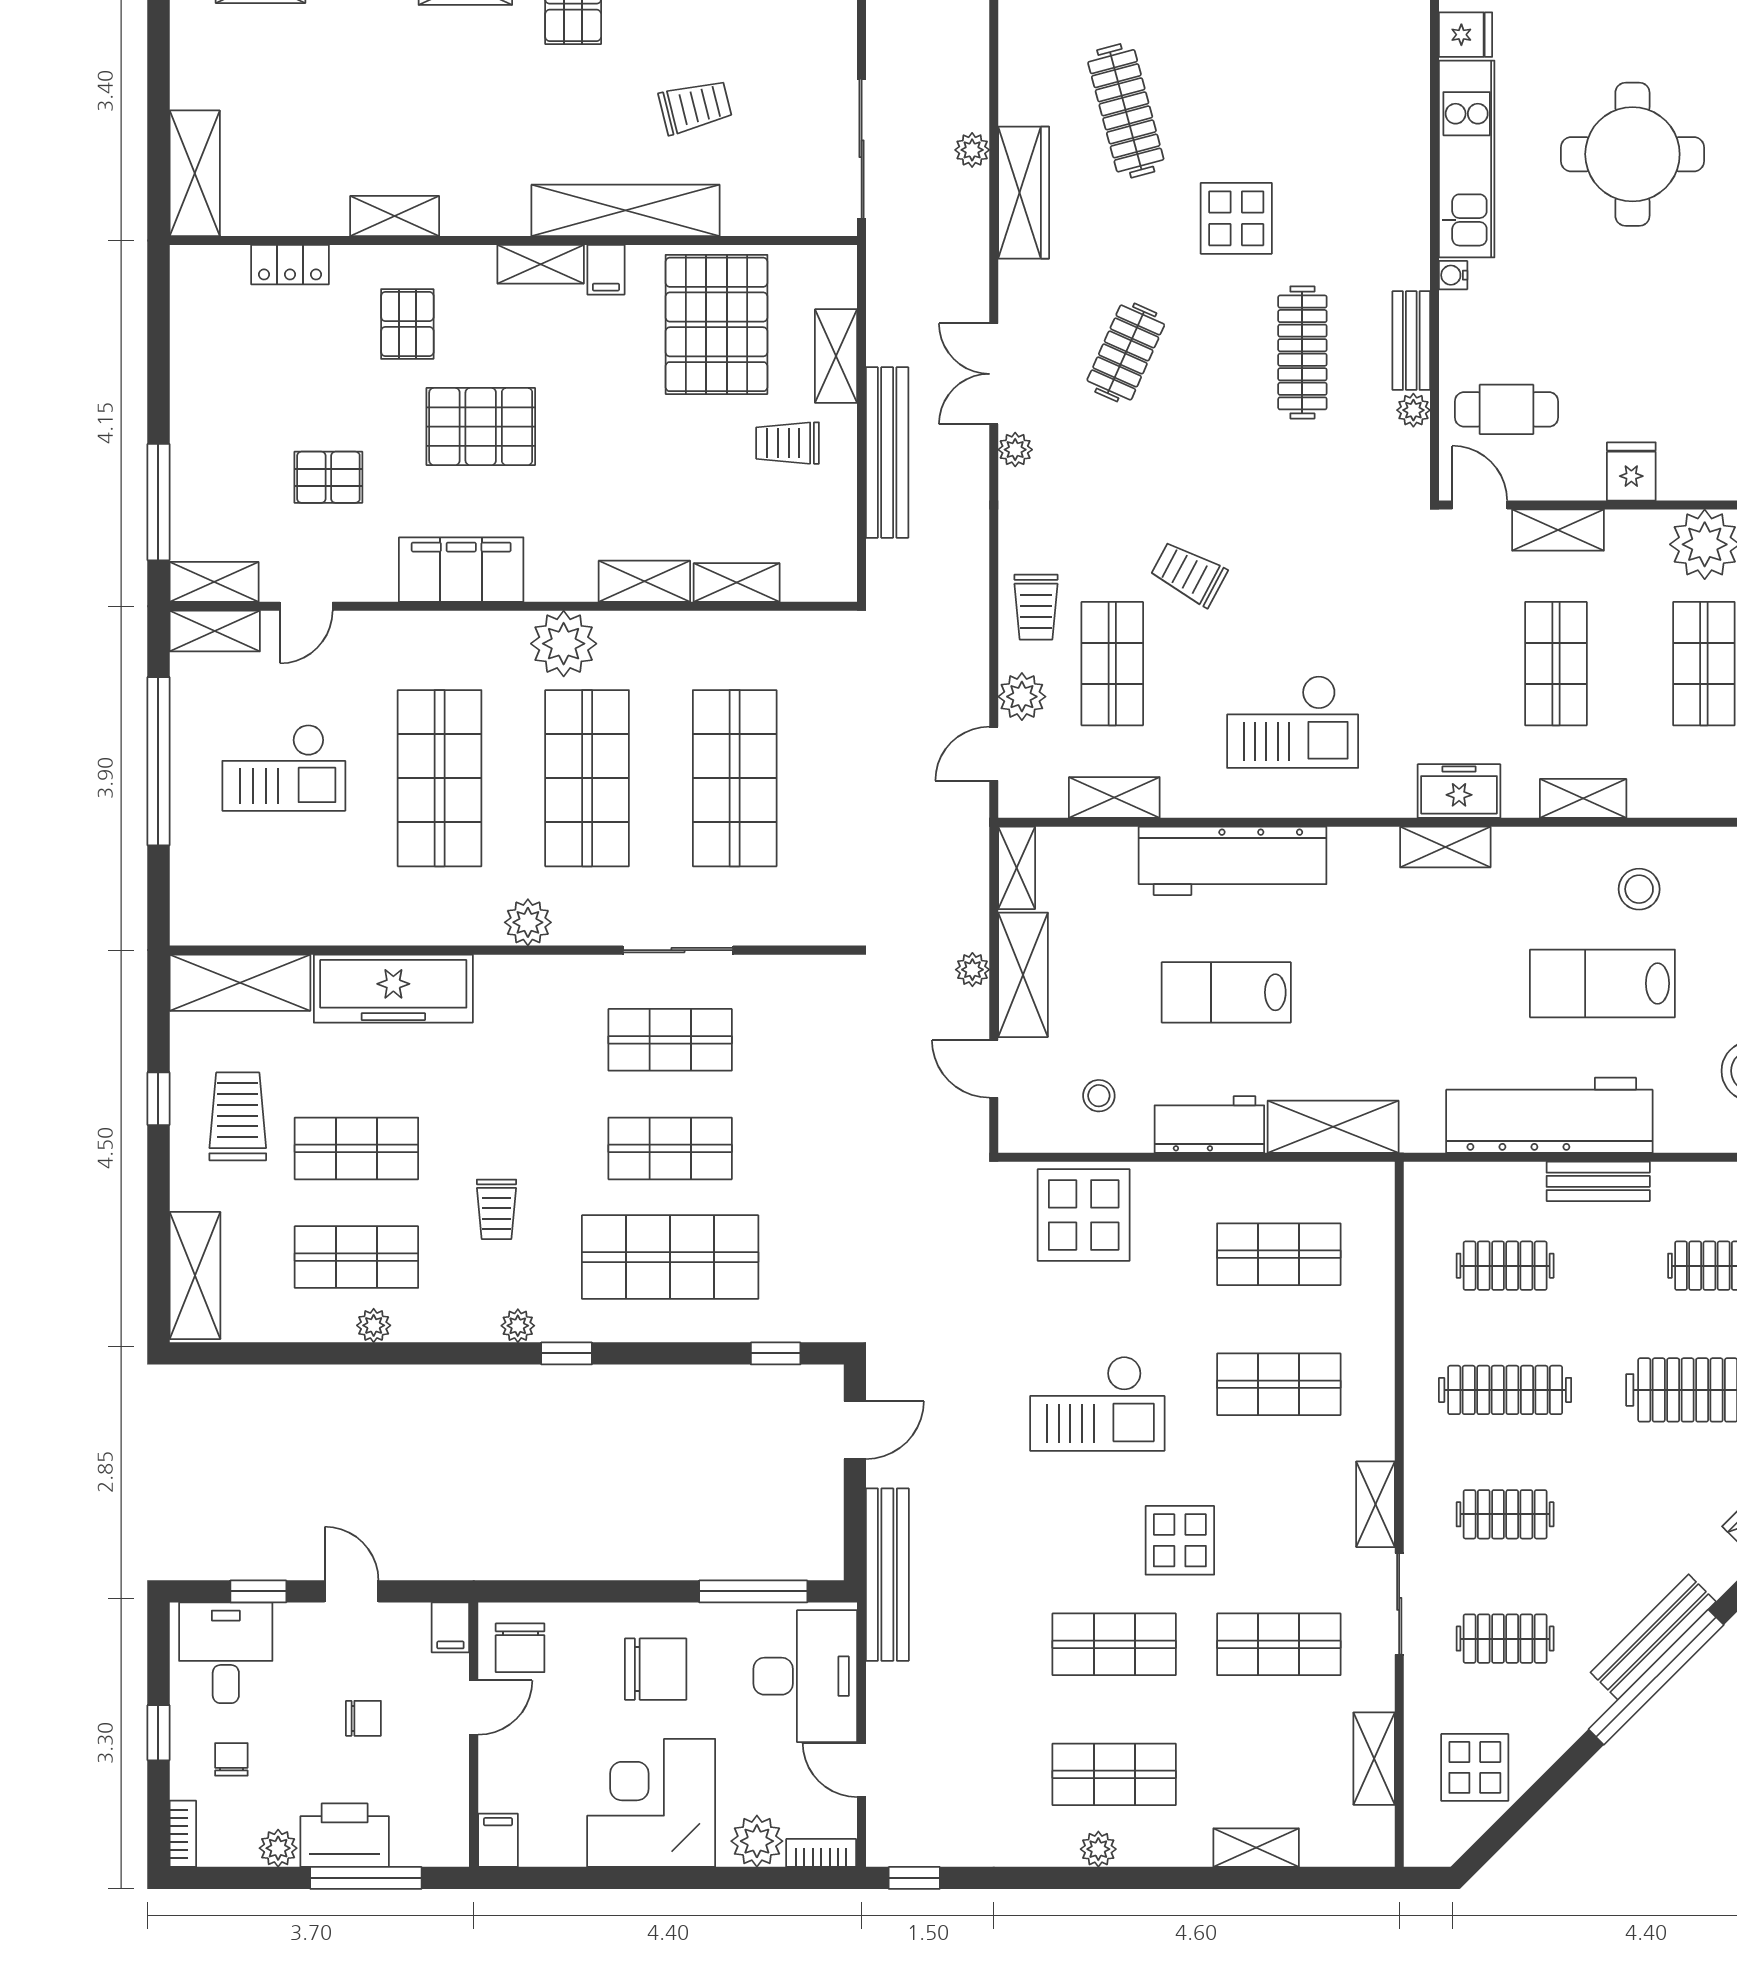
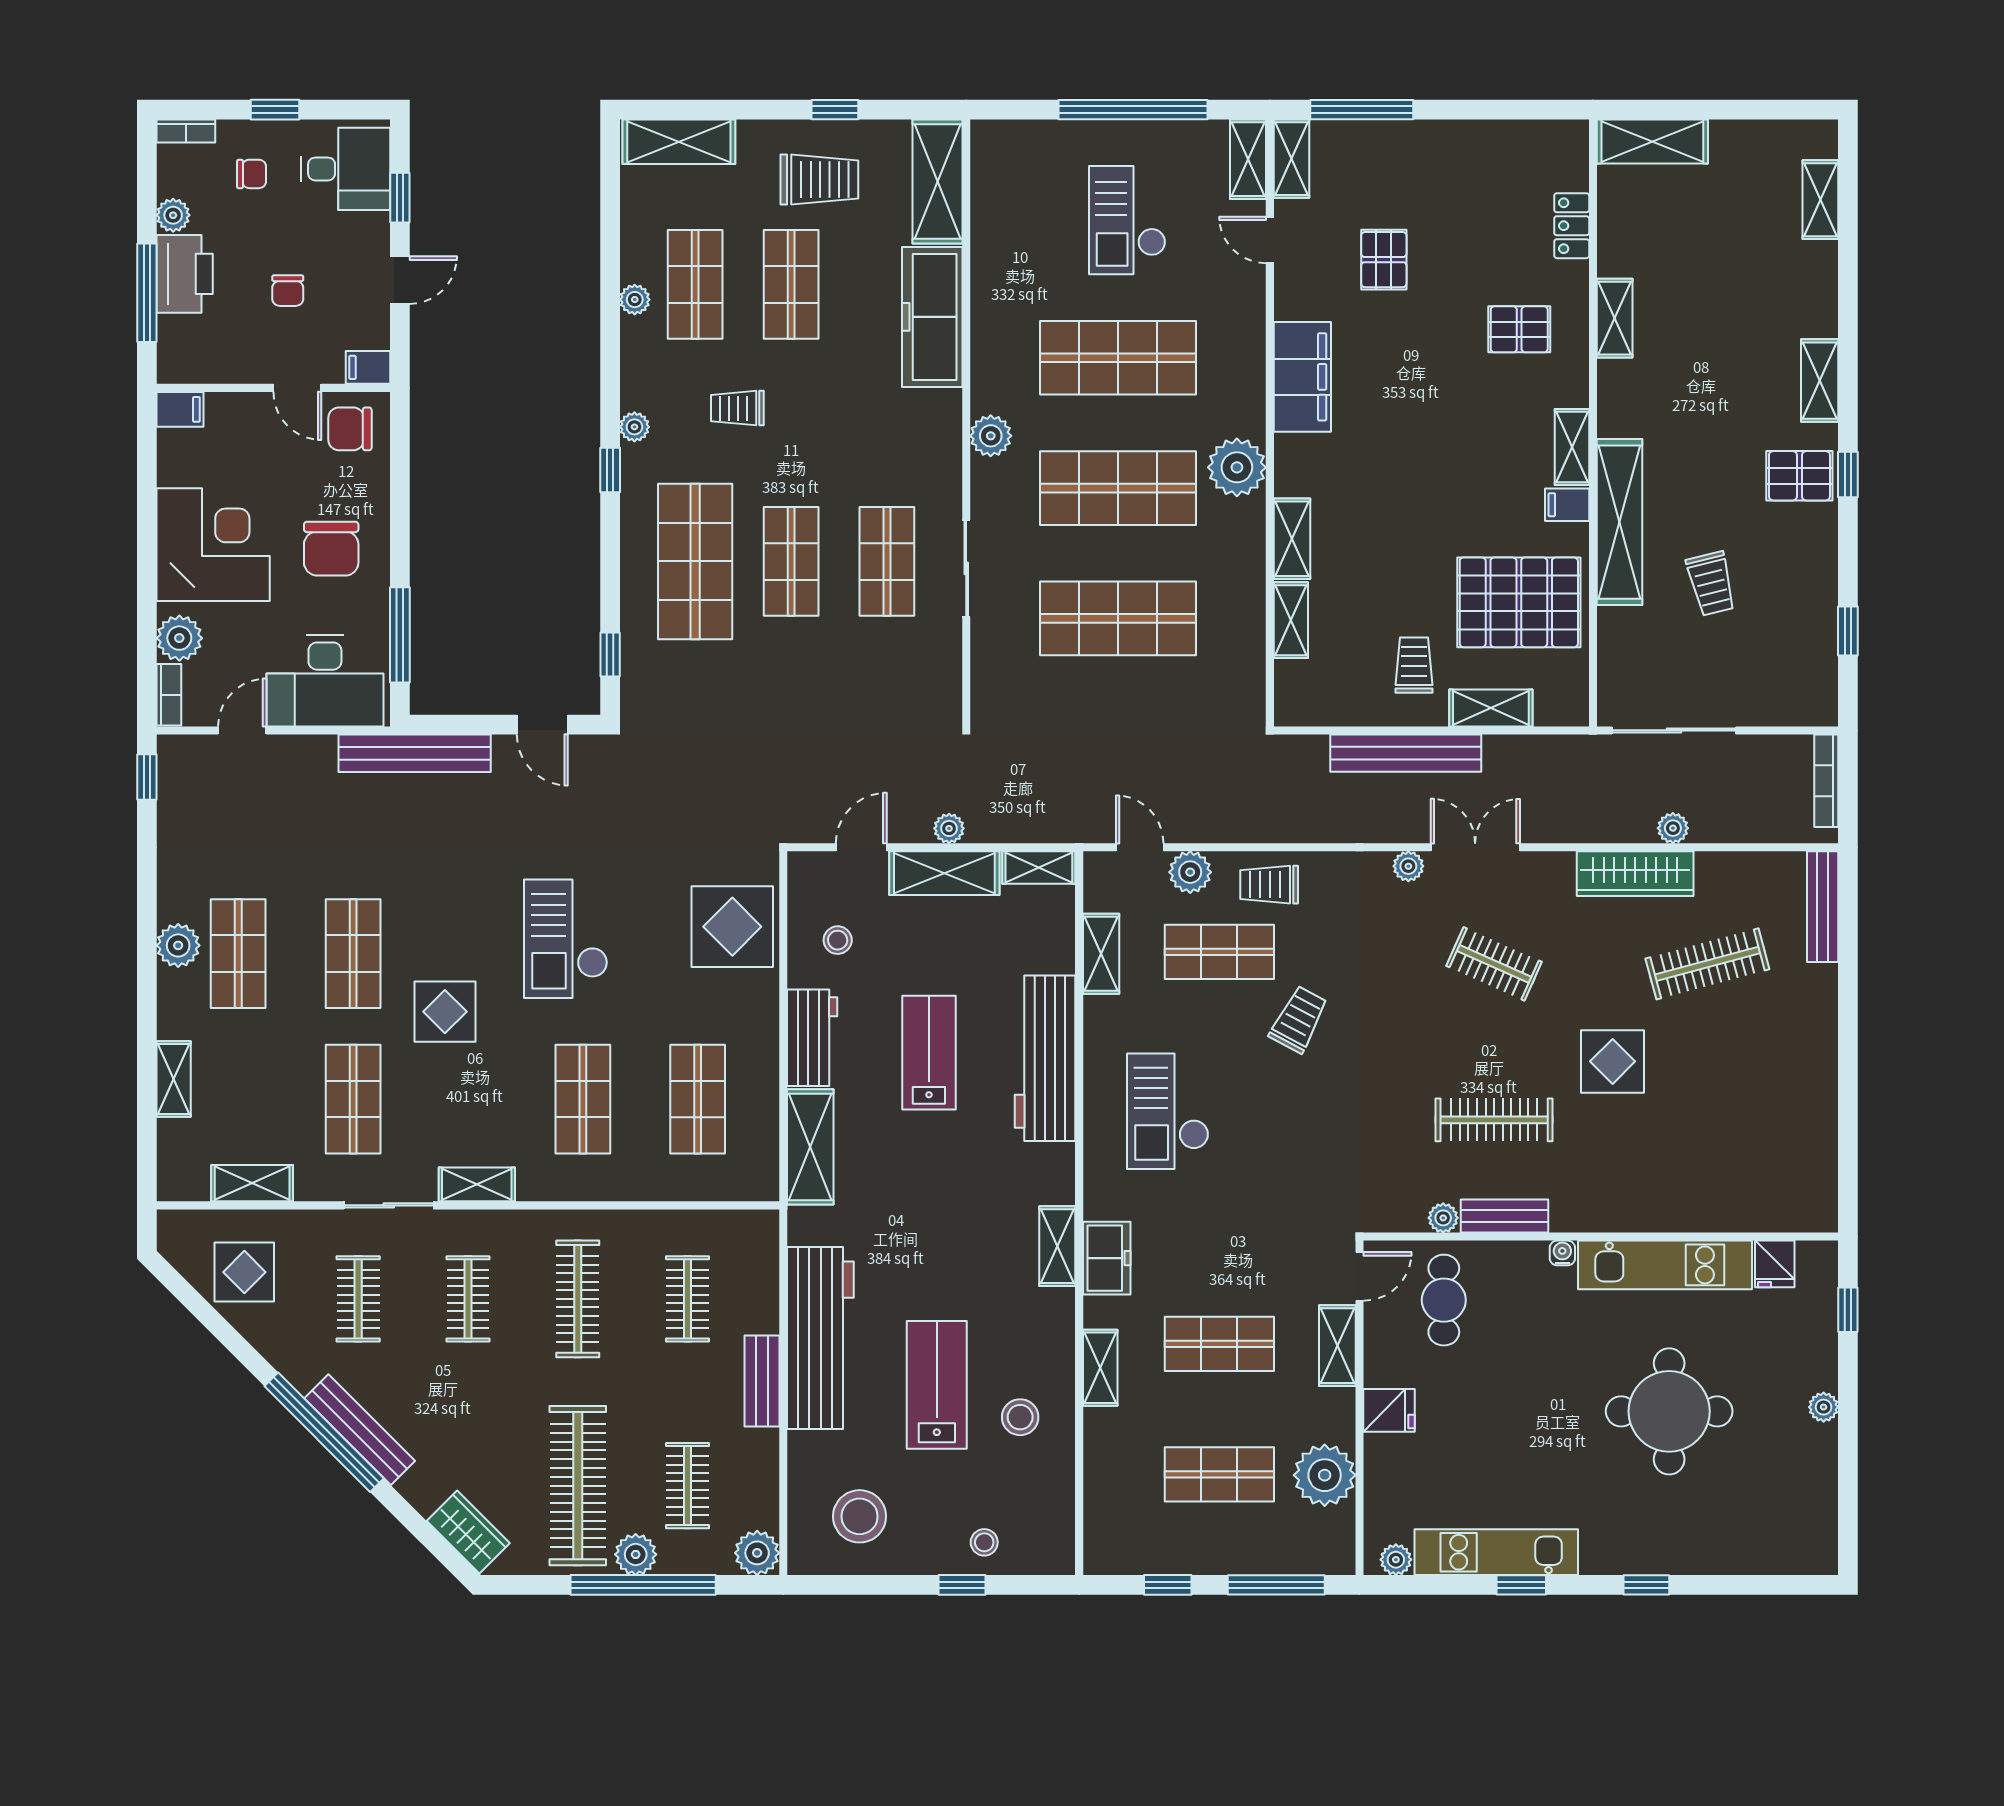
pallet: (481, 427) -> (1429, 394), removed
plant: (1098, 1849) -> (178, 945), width x1.38, depth x1.38

